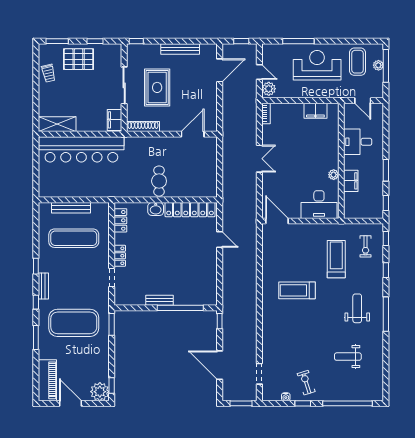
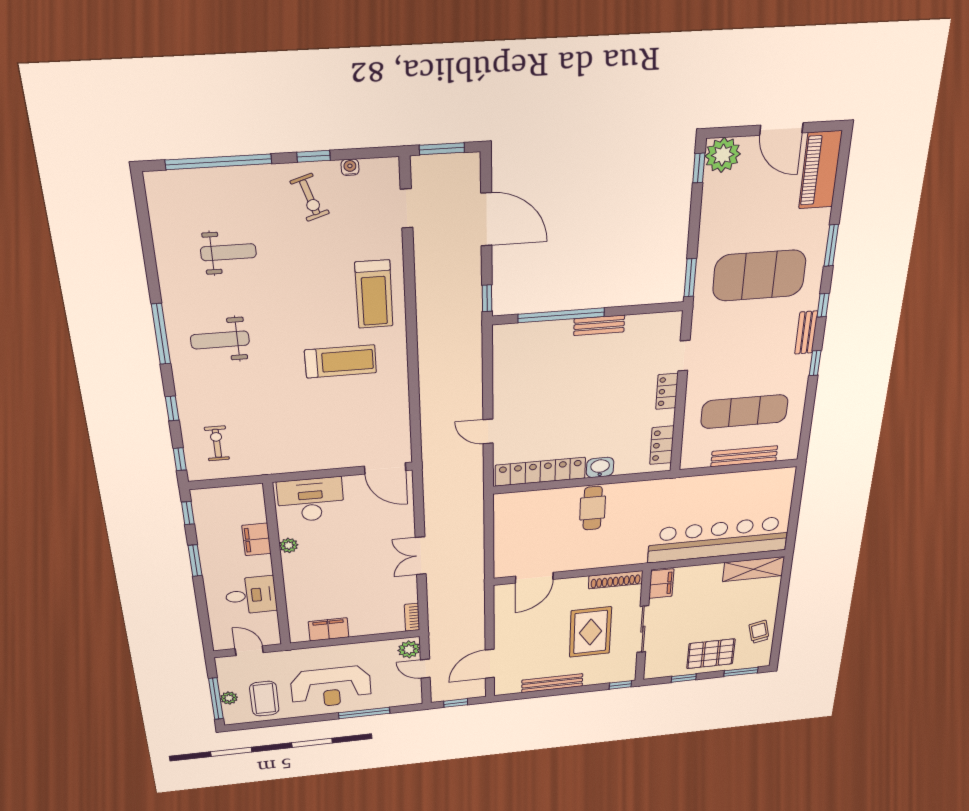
treadmill: (336, 259) -> (374, 294), moved
weight bench: (357, 308) -> (220, 340), turned 90

